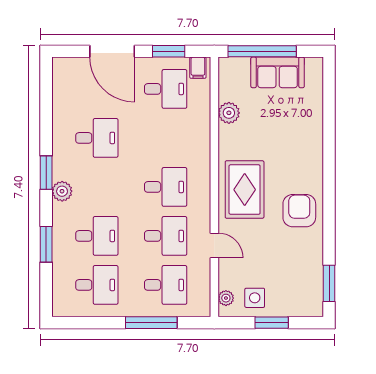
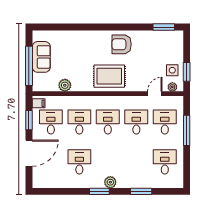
desk: (97, 236) -> (79, 122), moved
door: (214, 245) -> (155, 94), moved
window: (272, 323) -> (187, 72), moved

